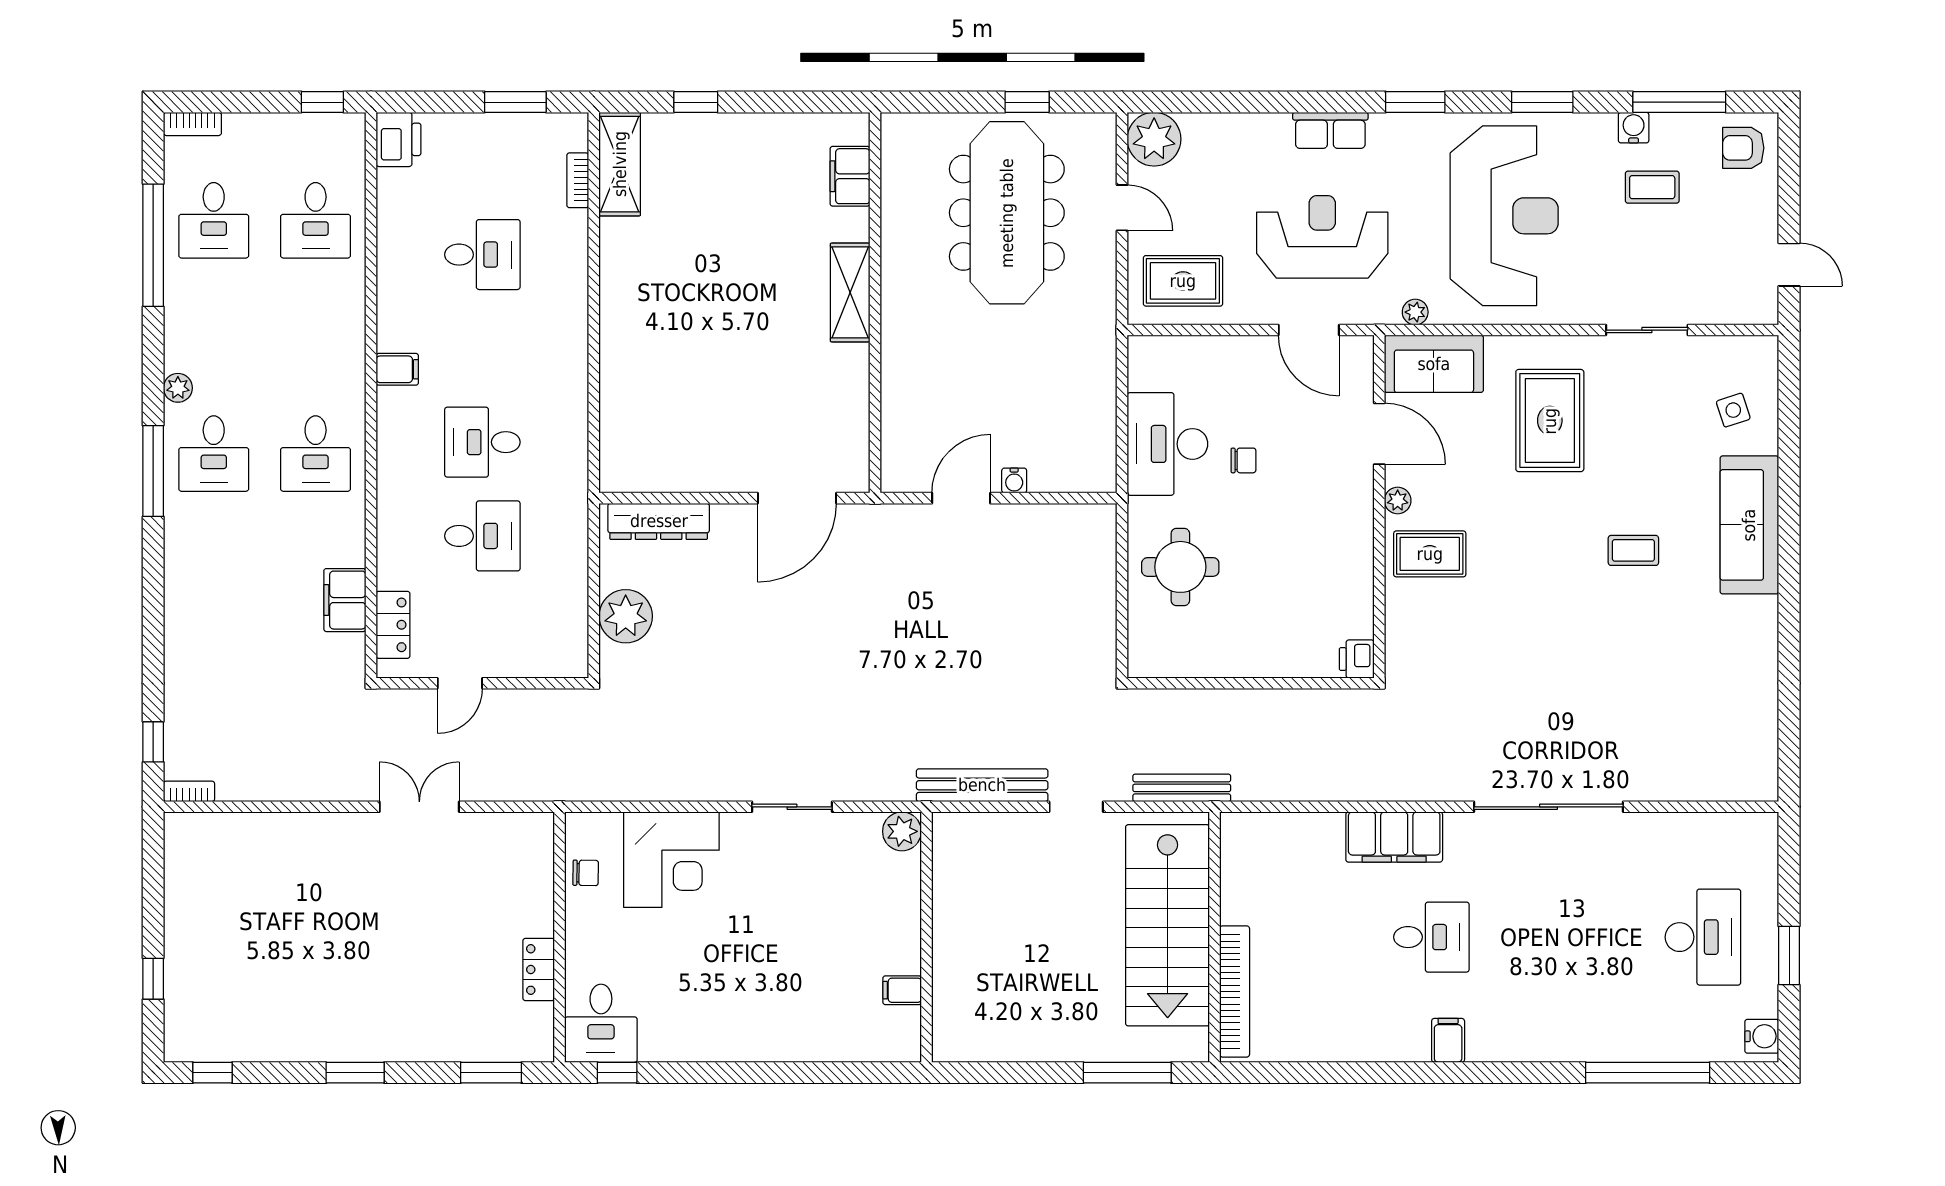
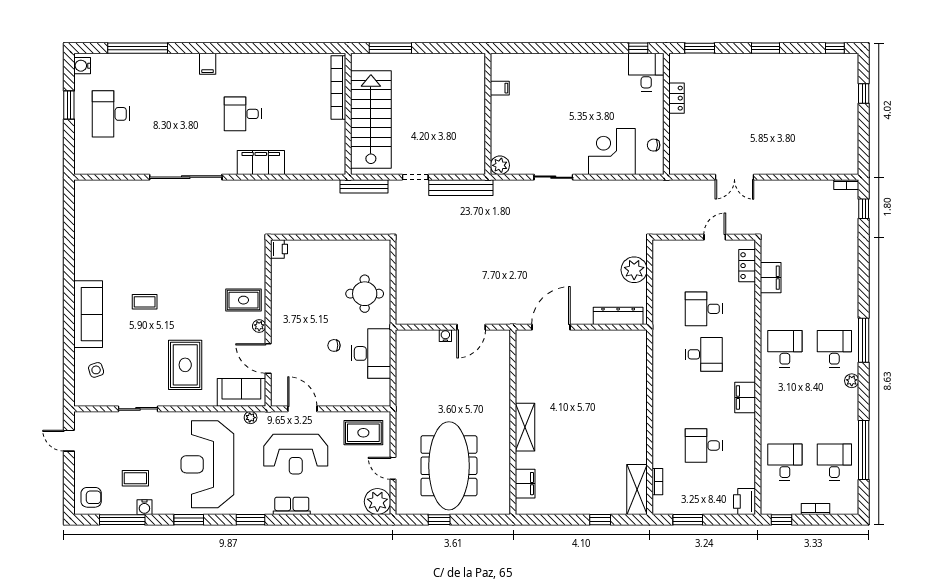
bookcase: (192, 124) -> (815, 509), moved
filing cabinet: (397, 369) -> (745, 397), width x2.00
filing cabinet: (1448, 1040) -> (208, 64), moved

